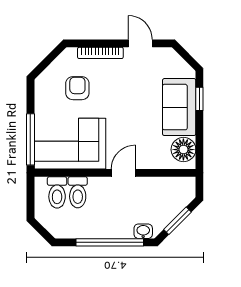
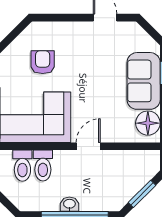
bookcase: (100, 53) -> (65, 27), removed
washbasin: (143, 231) -> (69, 204), moved

